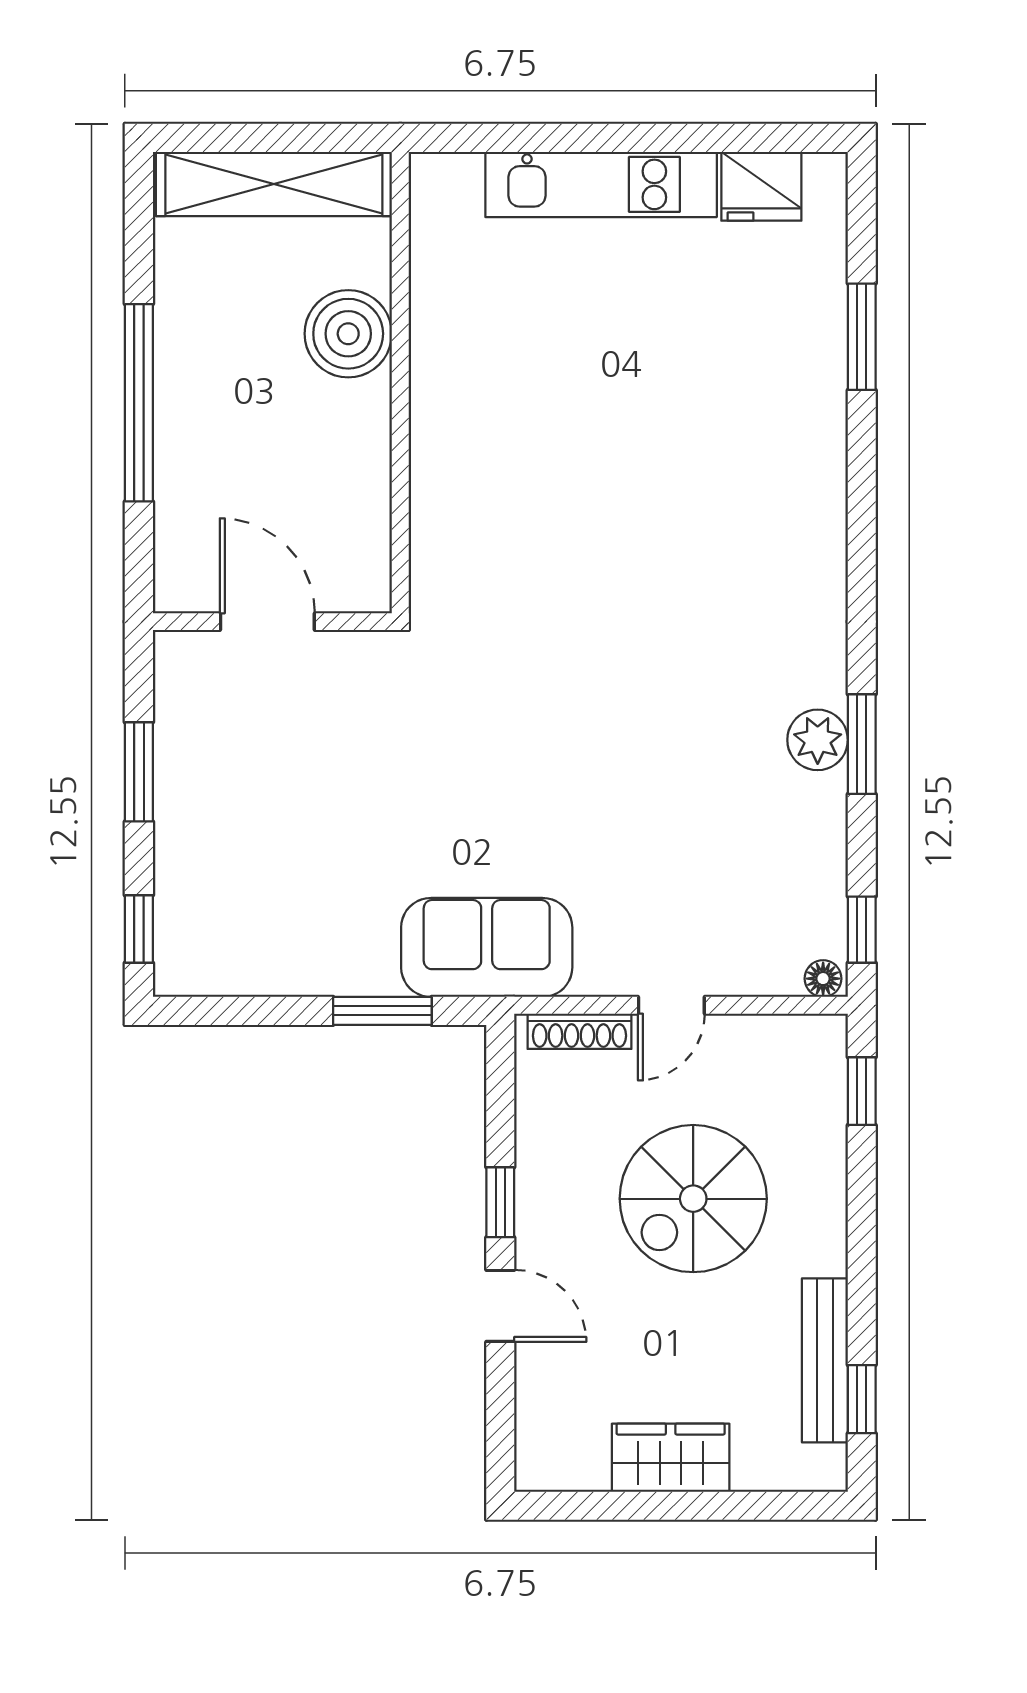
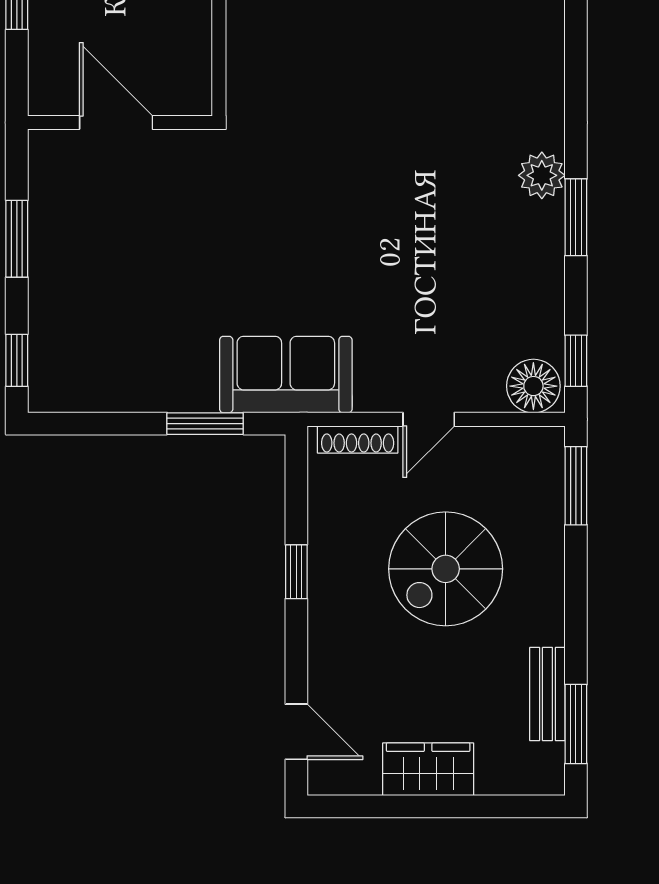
plant: (818, 740) -> (542, 175), moved
floor lamp: (823, 979) -> (533, 386), width x1.89, depth x1.89
window: (862, 1091) -> (576, 486), width x1.50
door: (500, 1306) -> (296, 732), moved
bench: (825, 1360) -> (547, 694), width x0.73
window: (862, 1399) -> (576, 724), width x1.50

